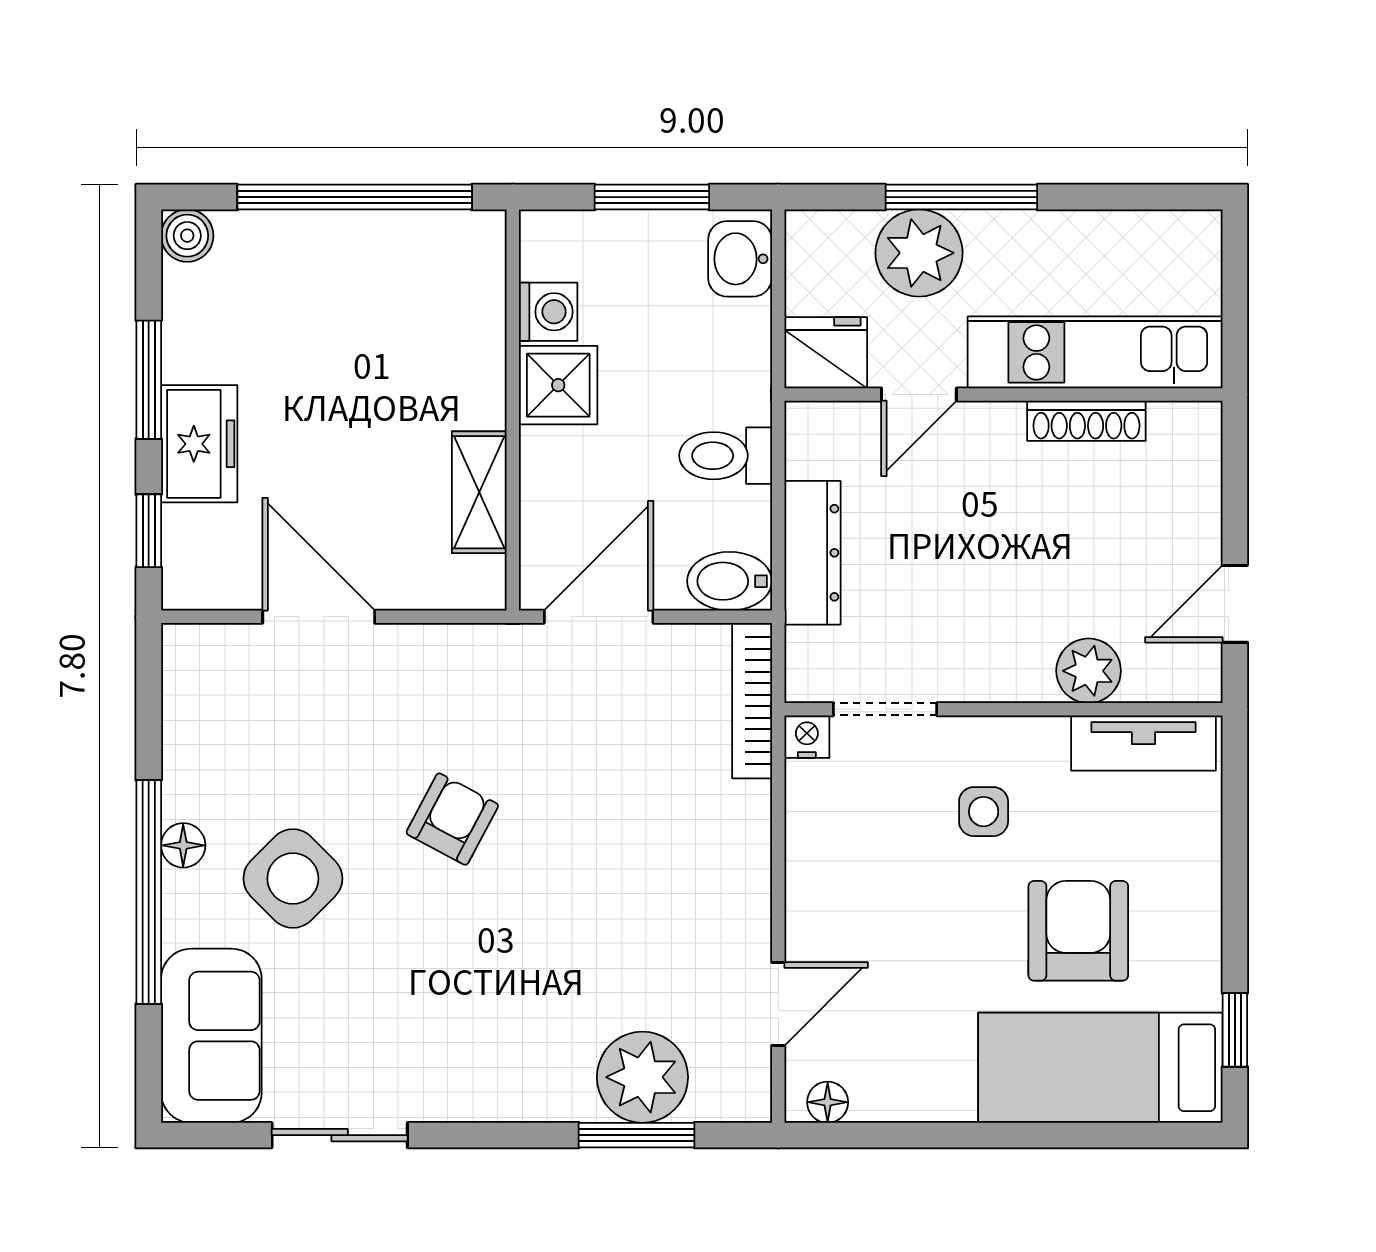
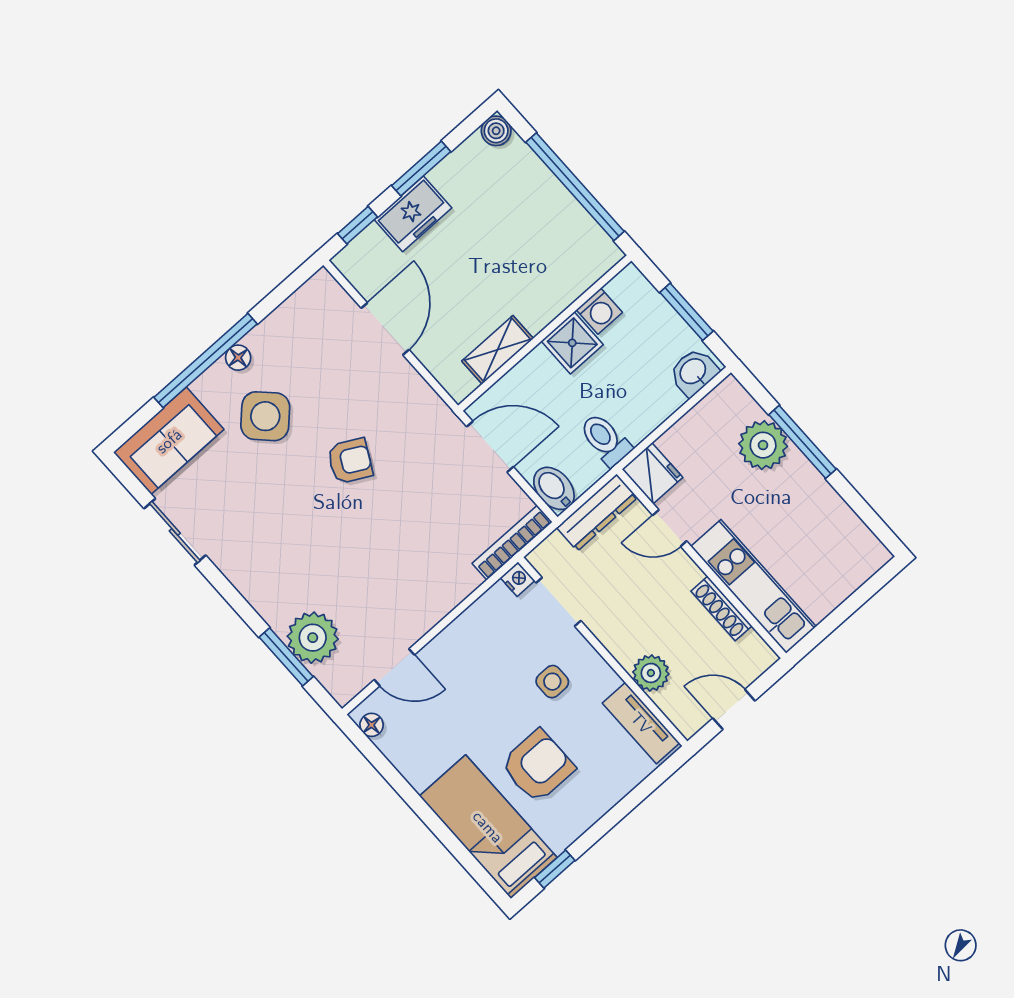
kitchen unit: (1095, 352) -> (753, 586), moved
fridge: (826, 353) -> (652, 473), moved
door: (919, 395) -> (670, 528), moved
wall: (1003, 395) -> (701, 564), moved
shoe rack: (1086, 421) -> (721, 609), moved

